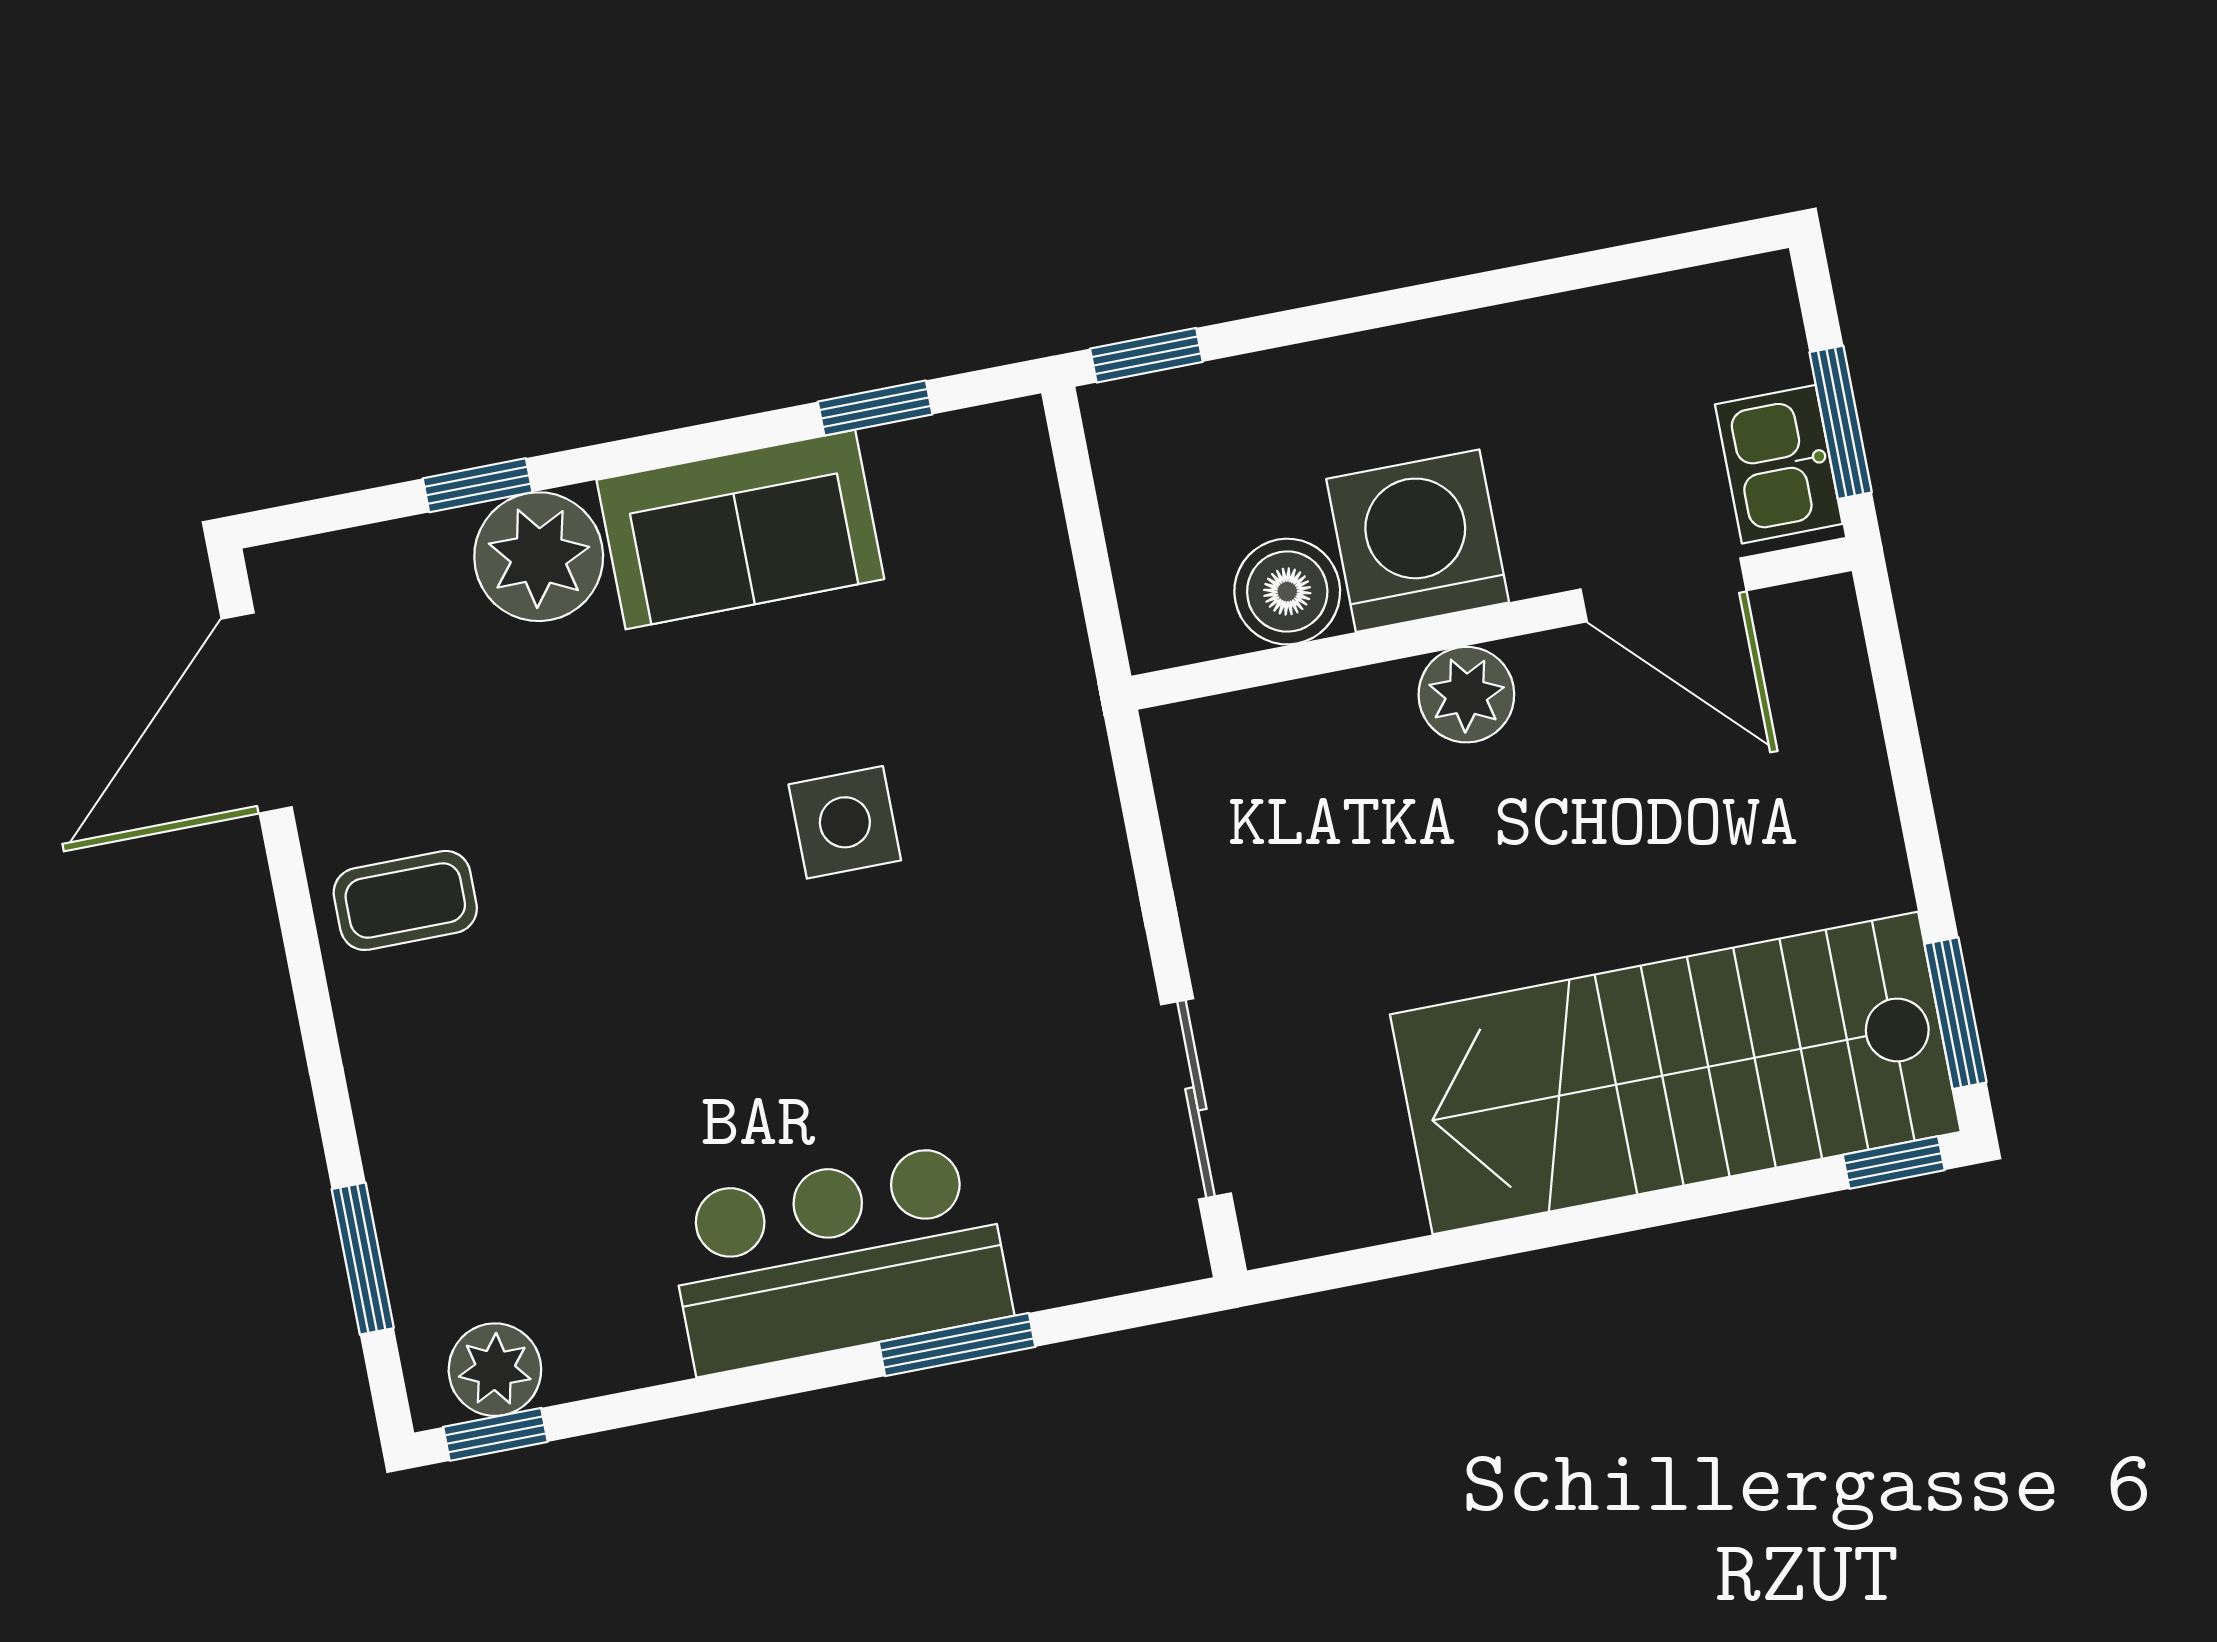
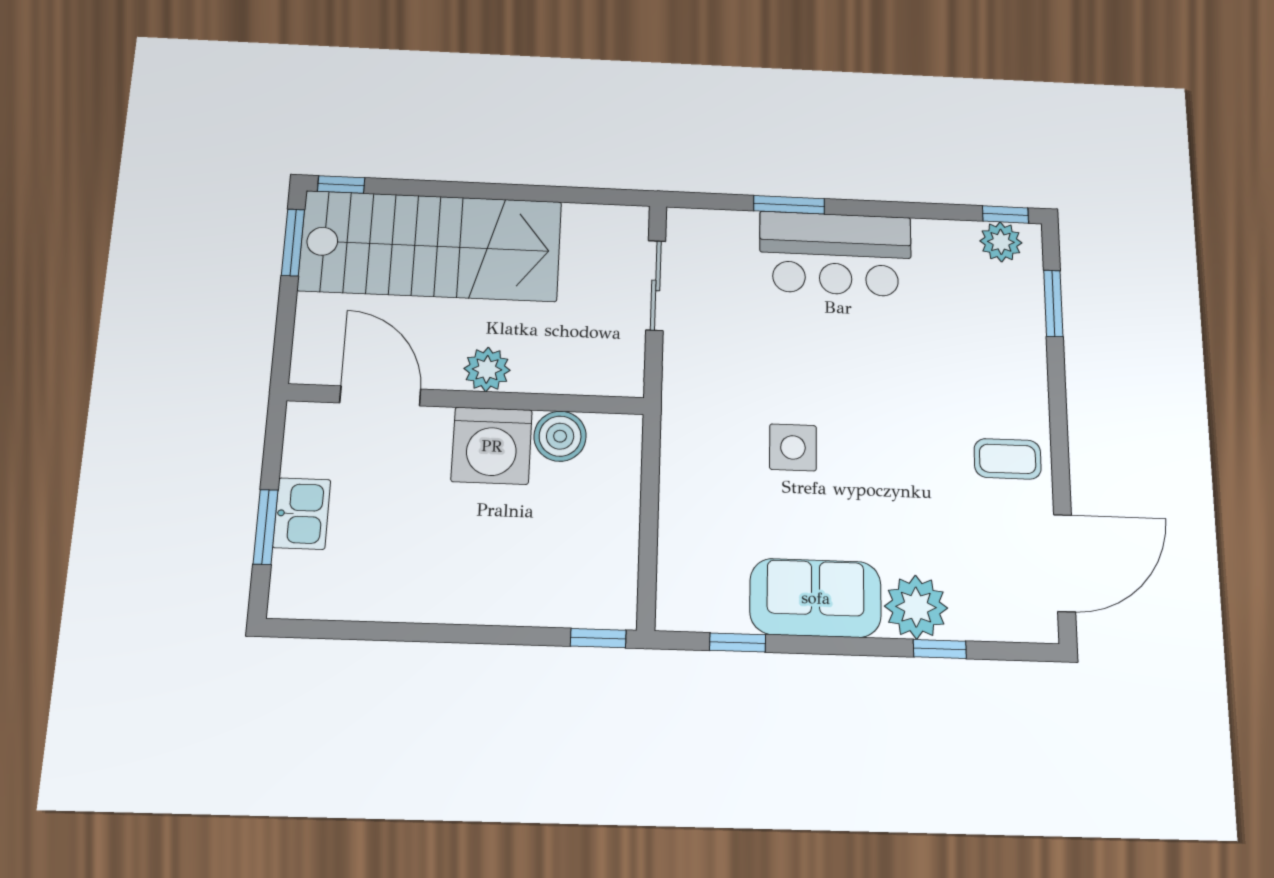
washing machine: (1418, 541) -> (492, 446), moved
door: (1664, 590) -> (380, 396), moved
boiler: (1287, 592) -> (560, 436), moved
wall: (1492, 623) -> (466, 399), moved
plant: (1466, 695) -> (487, 369), moved

